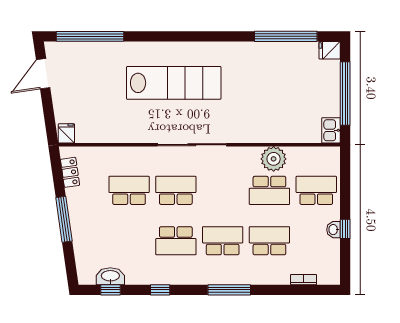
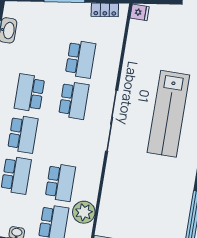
plant: (274, 159) -> (84, 212), moved
school desk: (269, 190) -> (60, 182), turned 180

